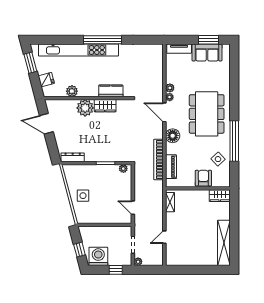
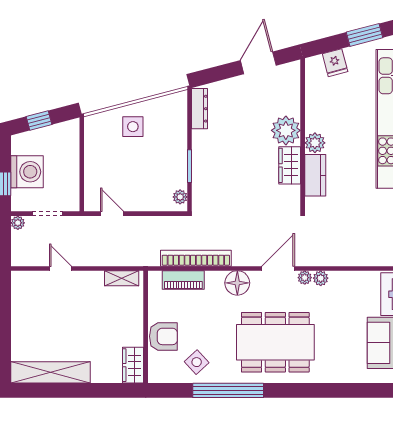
plant: (72, 91) -> (315, 143), moved
door: (133, 208) -> (112, 214), hinge flipped
washing machine: (98, 256) -> (27, 172), moved

